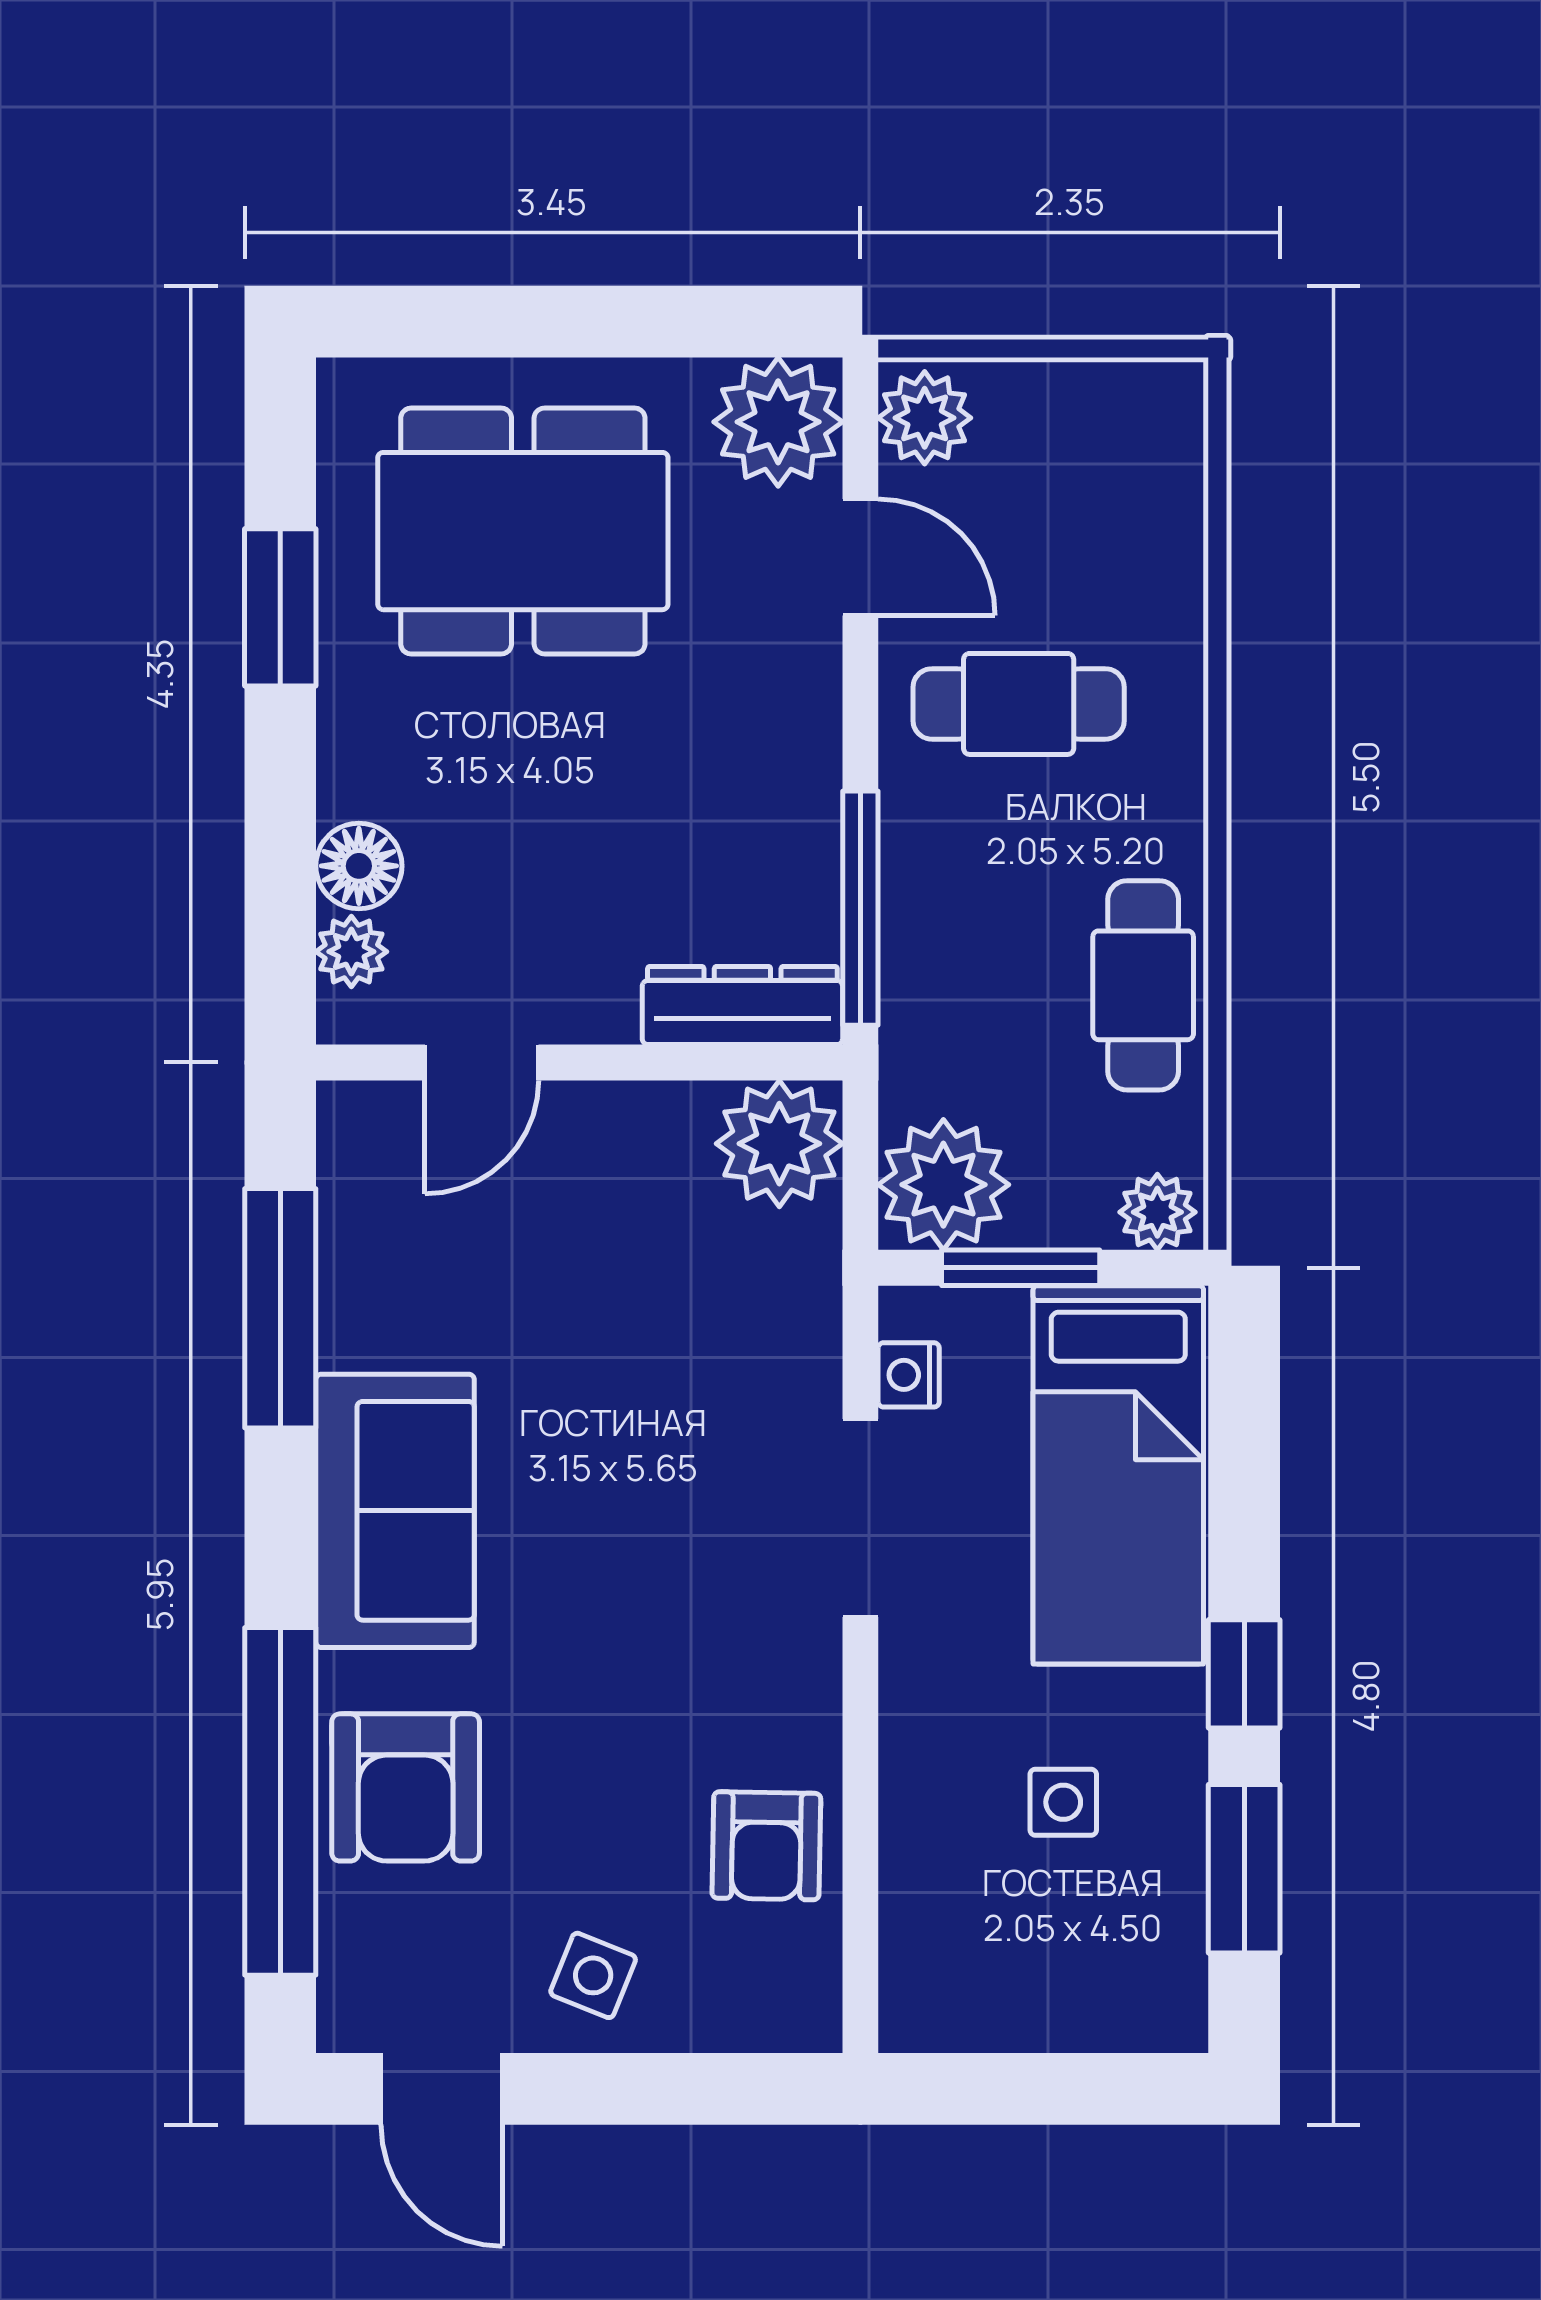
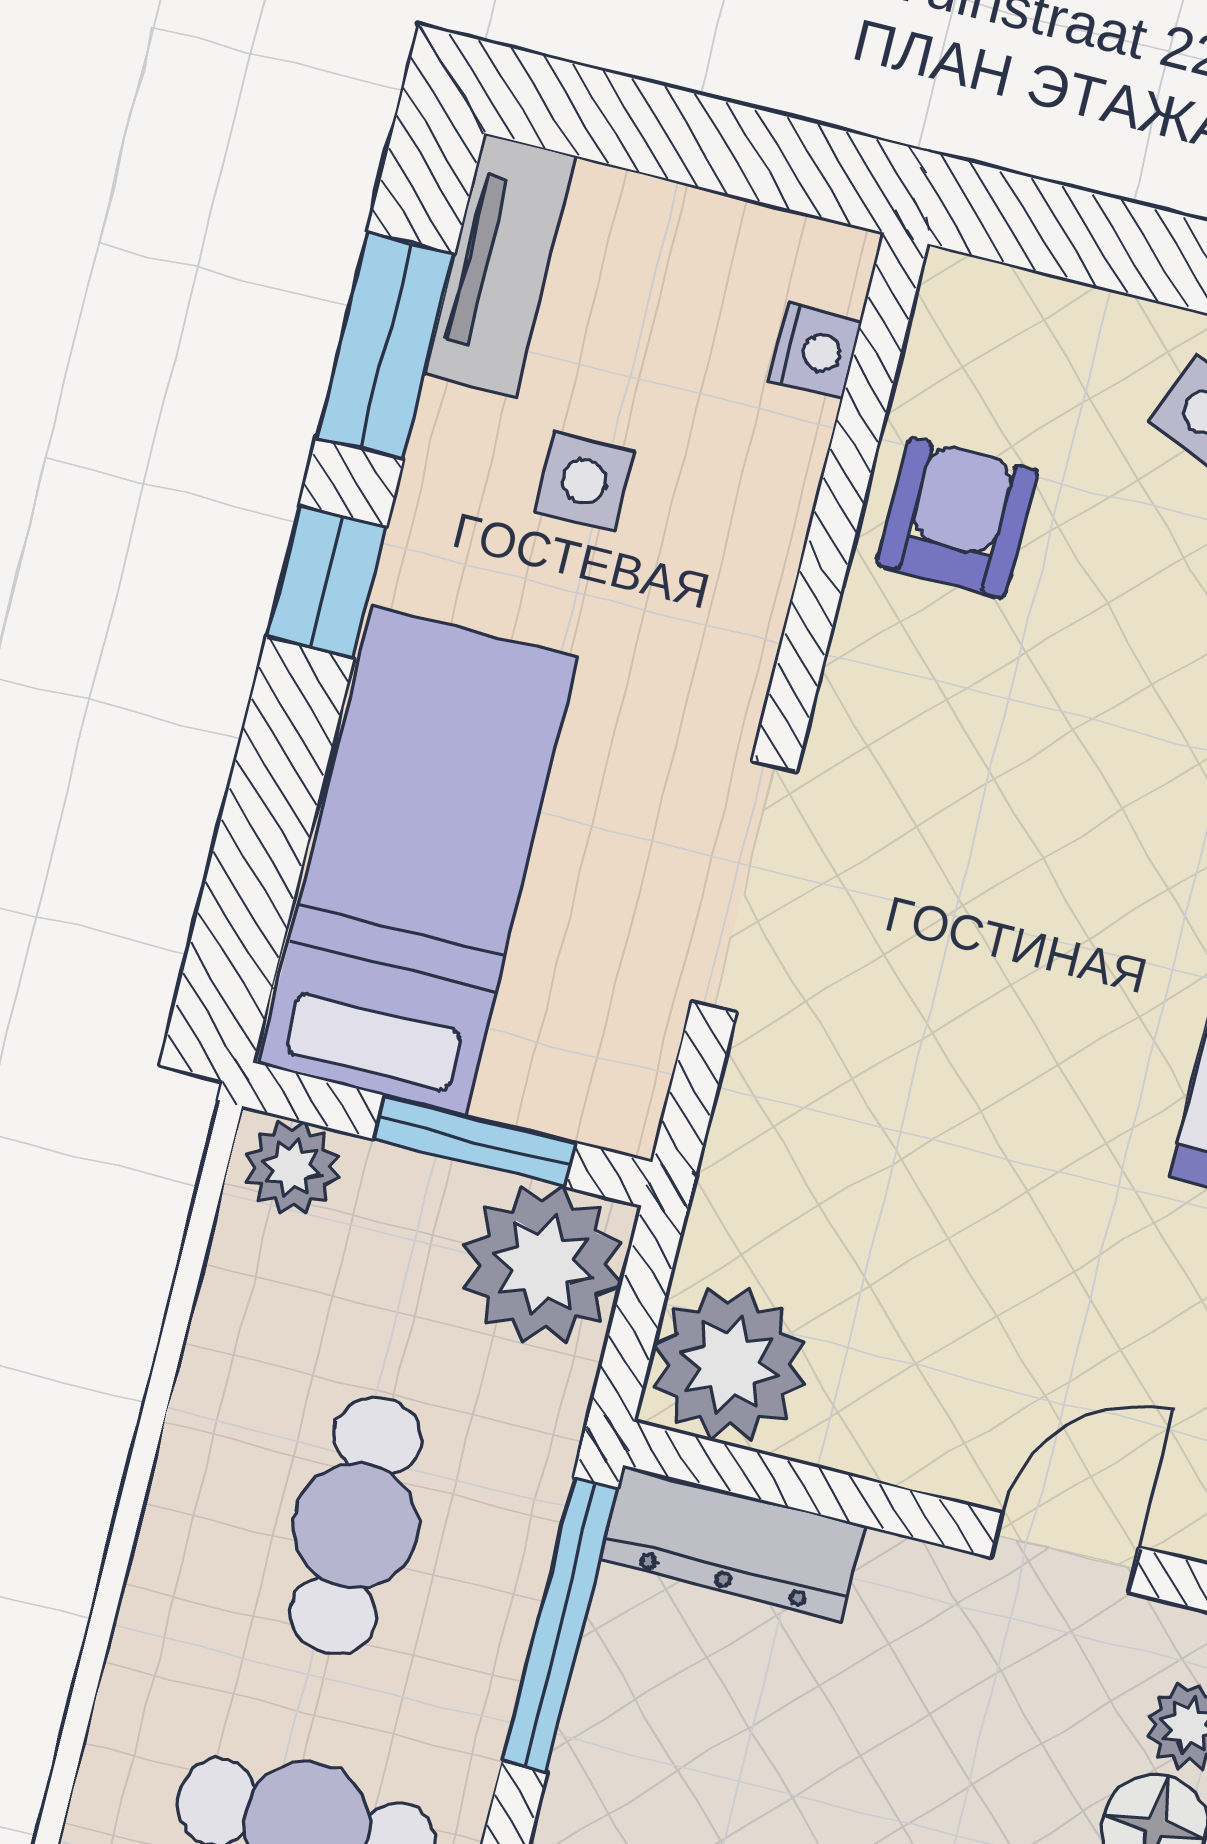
cafe table: (1143, 985) -> (356, 1526), moved
nightstand: (909, 1375) -> (816, 351), moved
tv unit: (1170, 1954) -> (500, 265), added

